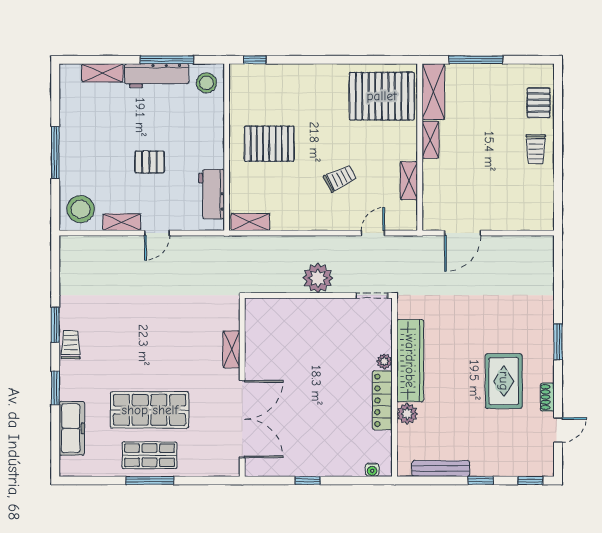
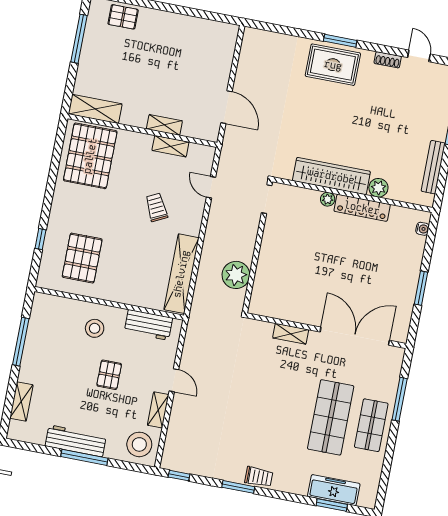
window: (255, 60) -> (40, 239), moved
window: (476, 60) -> (79, 39), moved
workbench: (157, 76) -> (76, 441), moved, turned -90
stool: (206, 83) -> (95, 328), moved
shelving: (430, 140) -> (164, 125), moved
pallet: (269, 144) -> (82, 258), moved
trolley: (536, 149) -> (164, 27), removed
shelving: (250, 222) -> (181, 274), width x2.20, depth x1.33
window: (55, 258) -> (179, 476), added
plant: (318, 278) -> (236, 275), moved
trolley: (71, 345) -> (259, 477), turned 180
rug: (504, 381) -> (333, 65), moved
window: (55, 388) -> (332, 505), moved
window: (150, 480) -> (400, 399), moved
window: (308, 480) -> (421, 288), width x1.50

